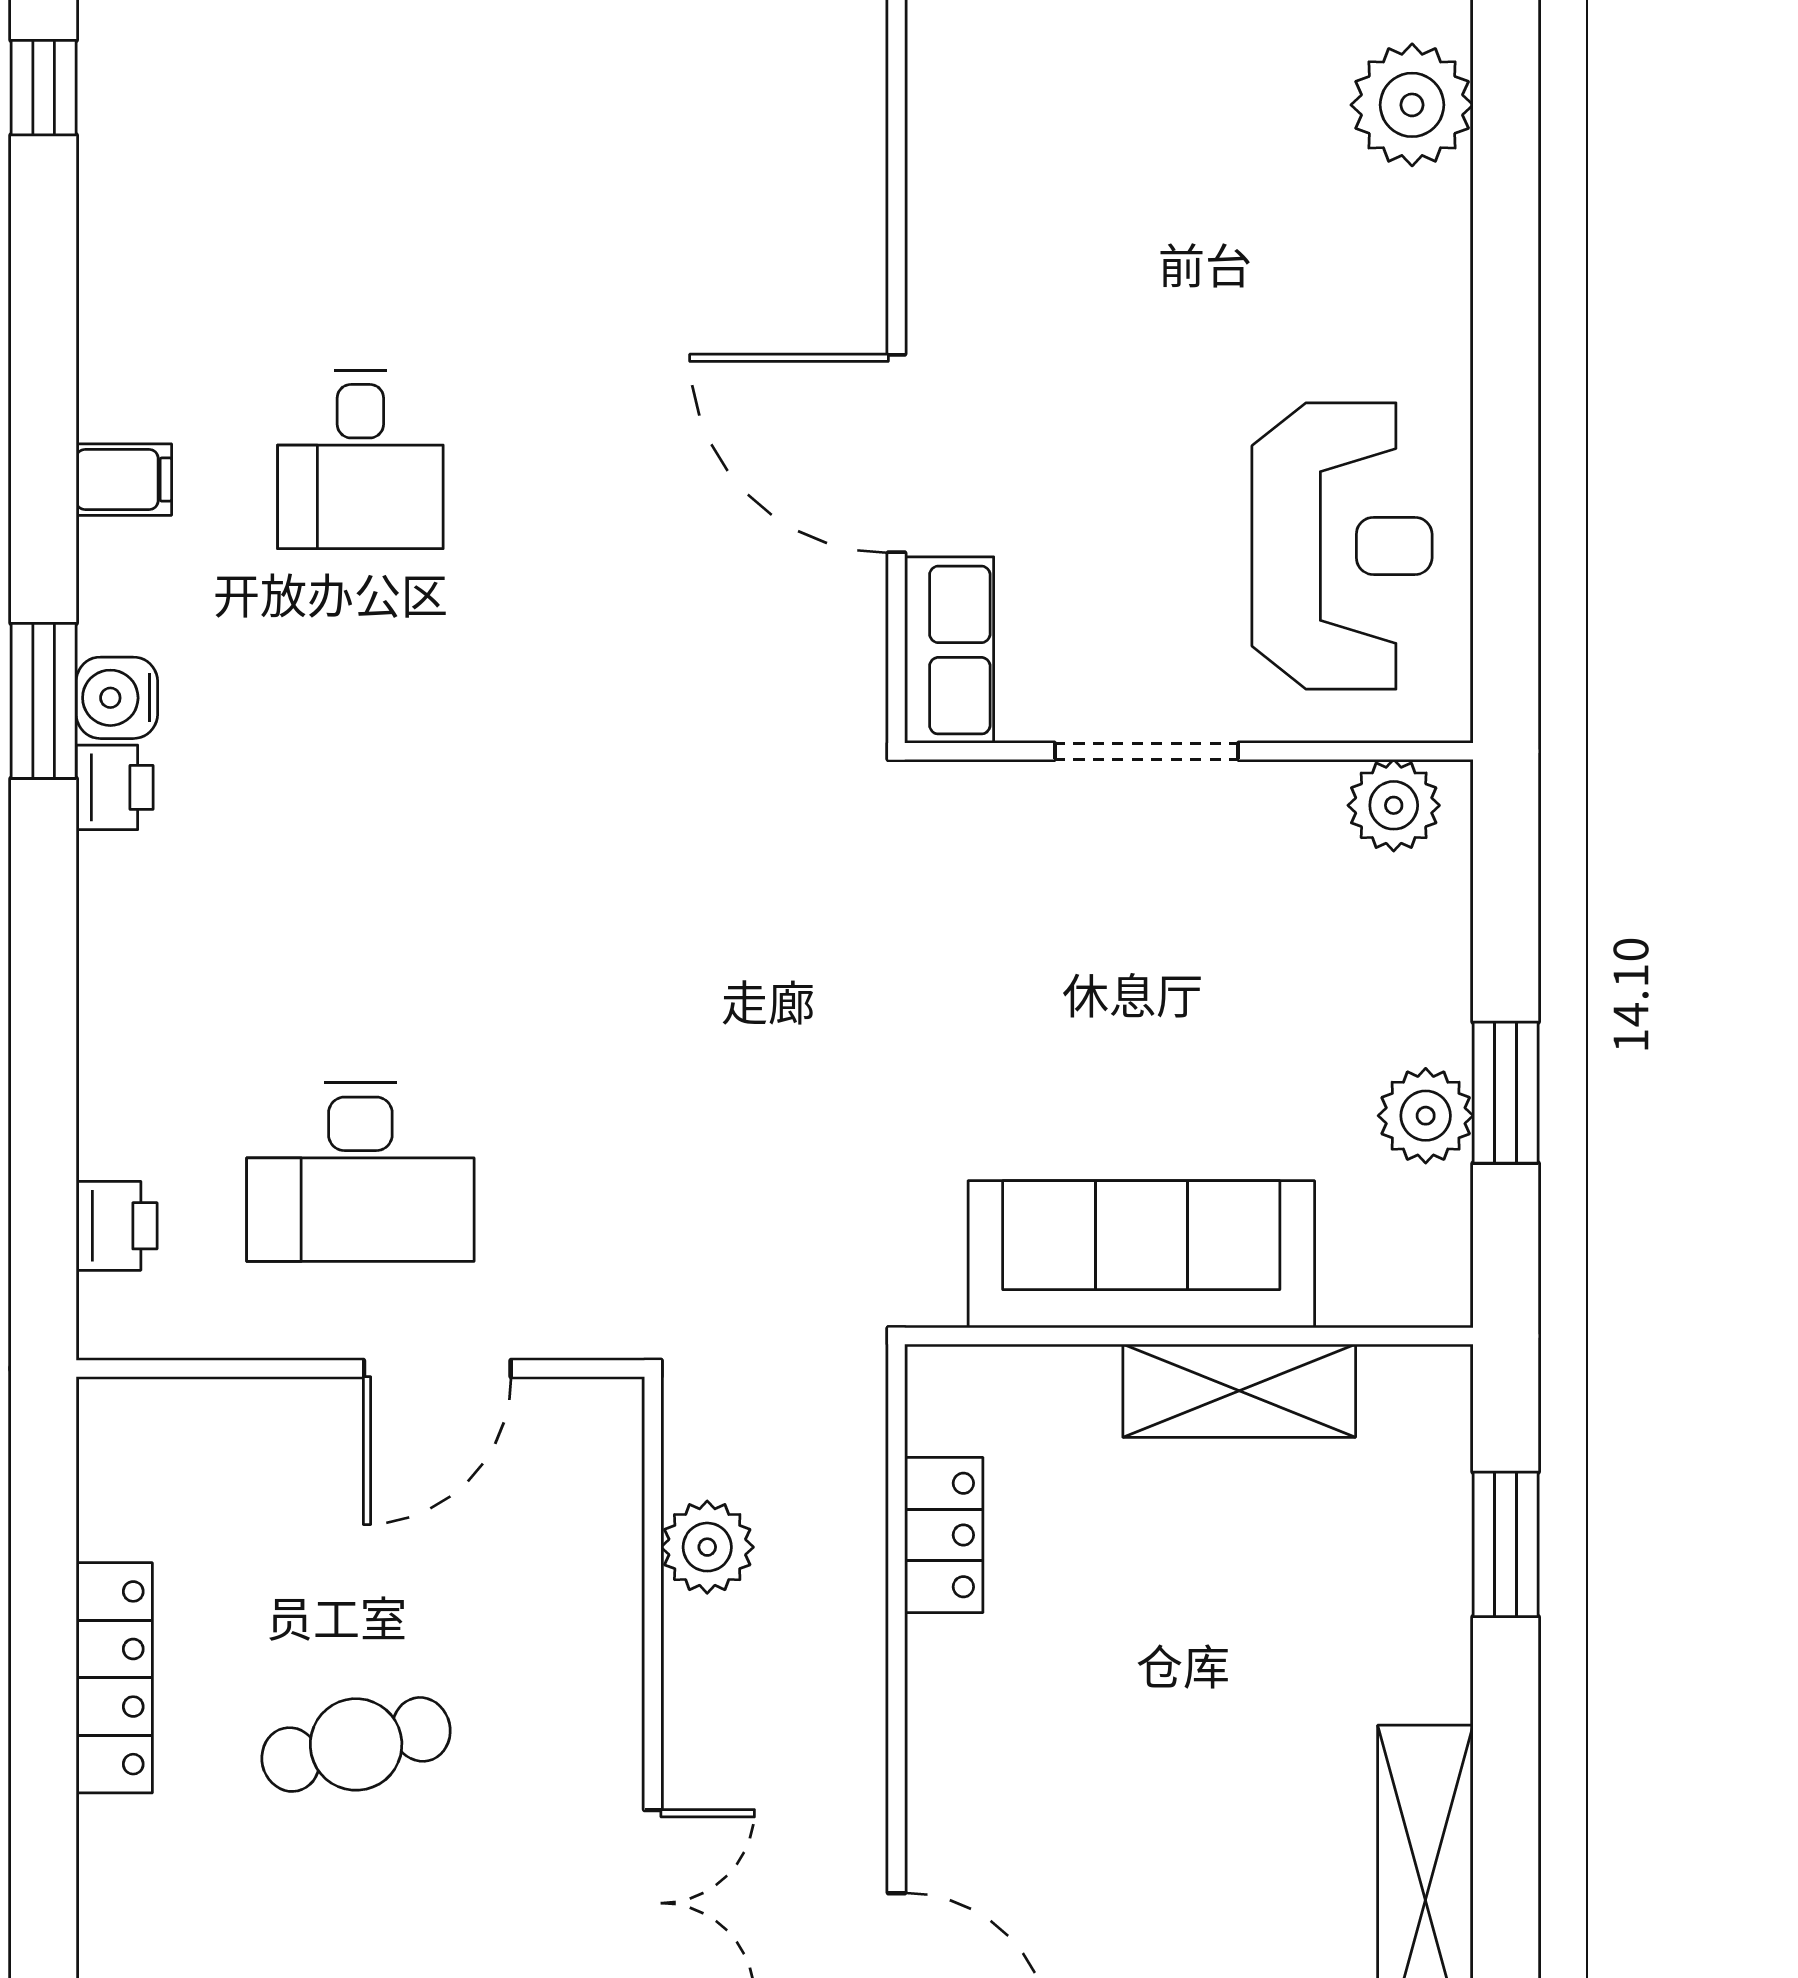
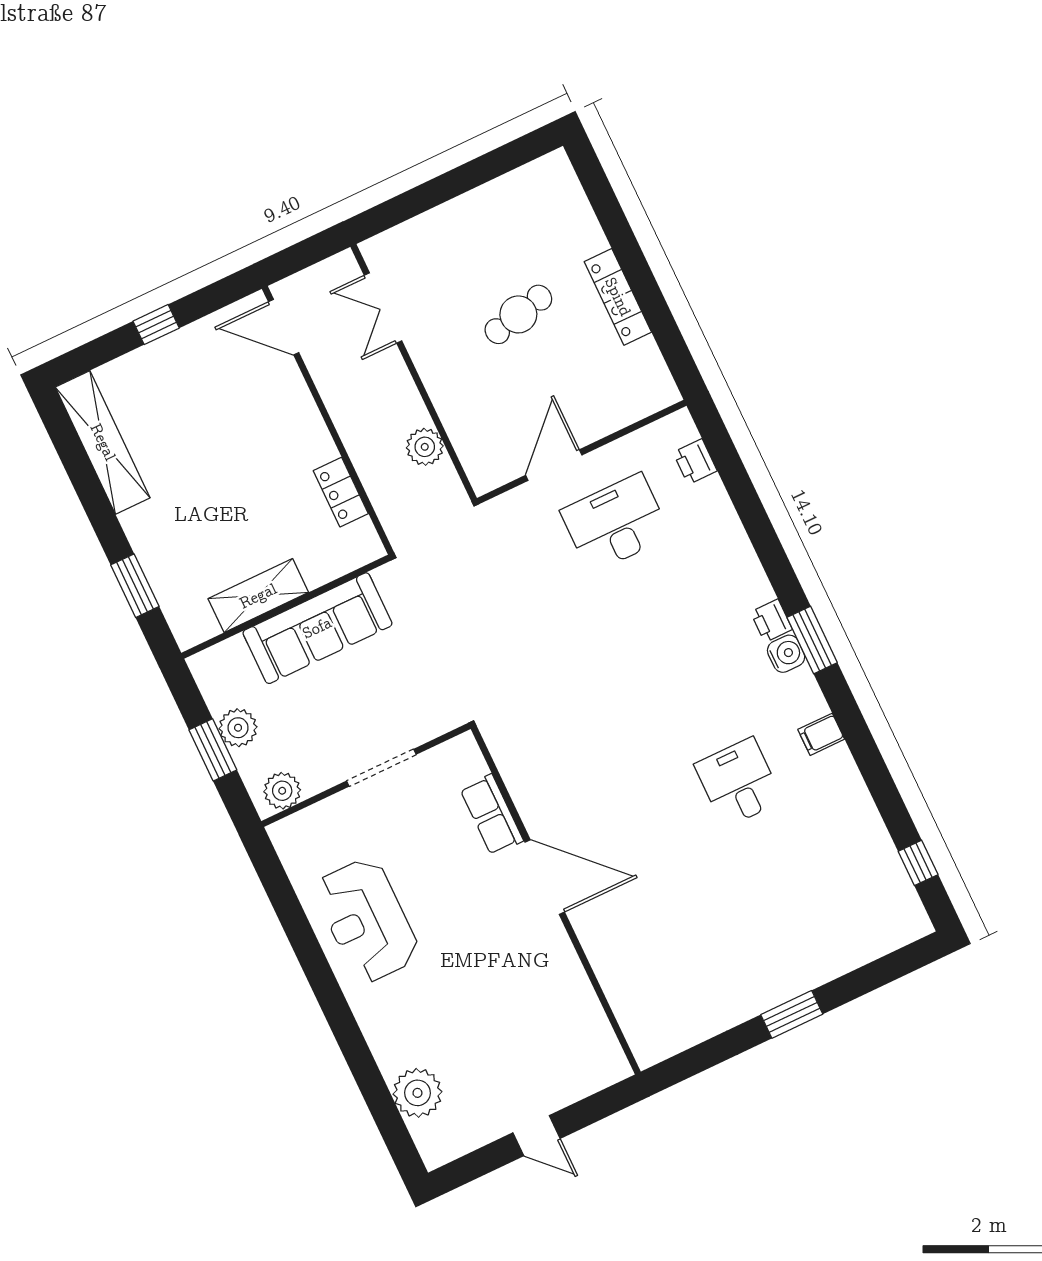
doorway: (1146, 751) -> (381, 768), moved
wall: (1189, 751) -> (366, 775), moved
plant: (1394, 805) -> (282, 791), moved

